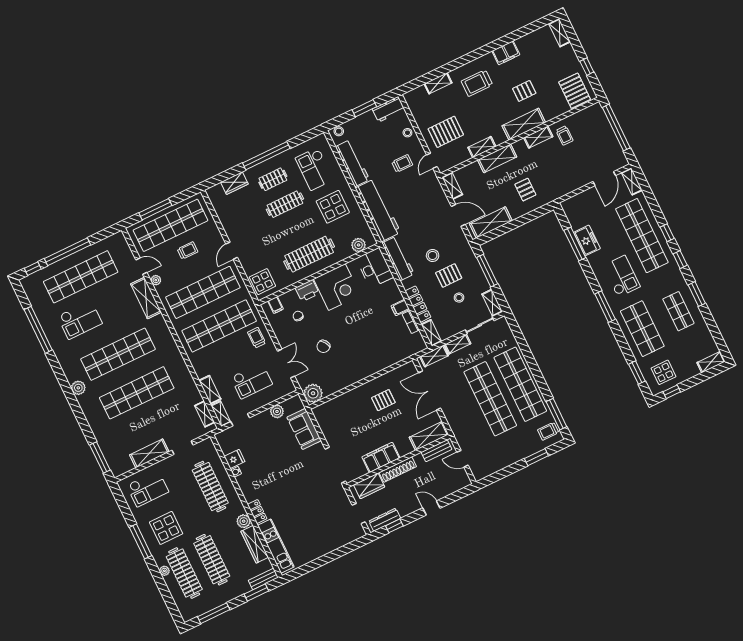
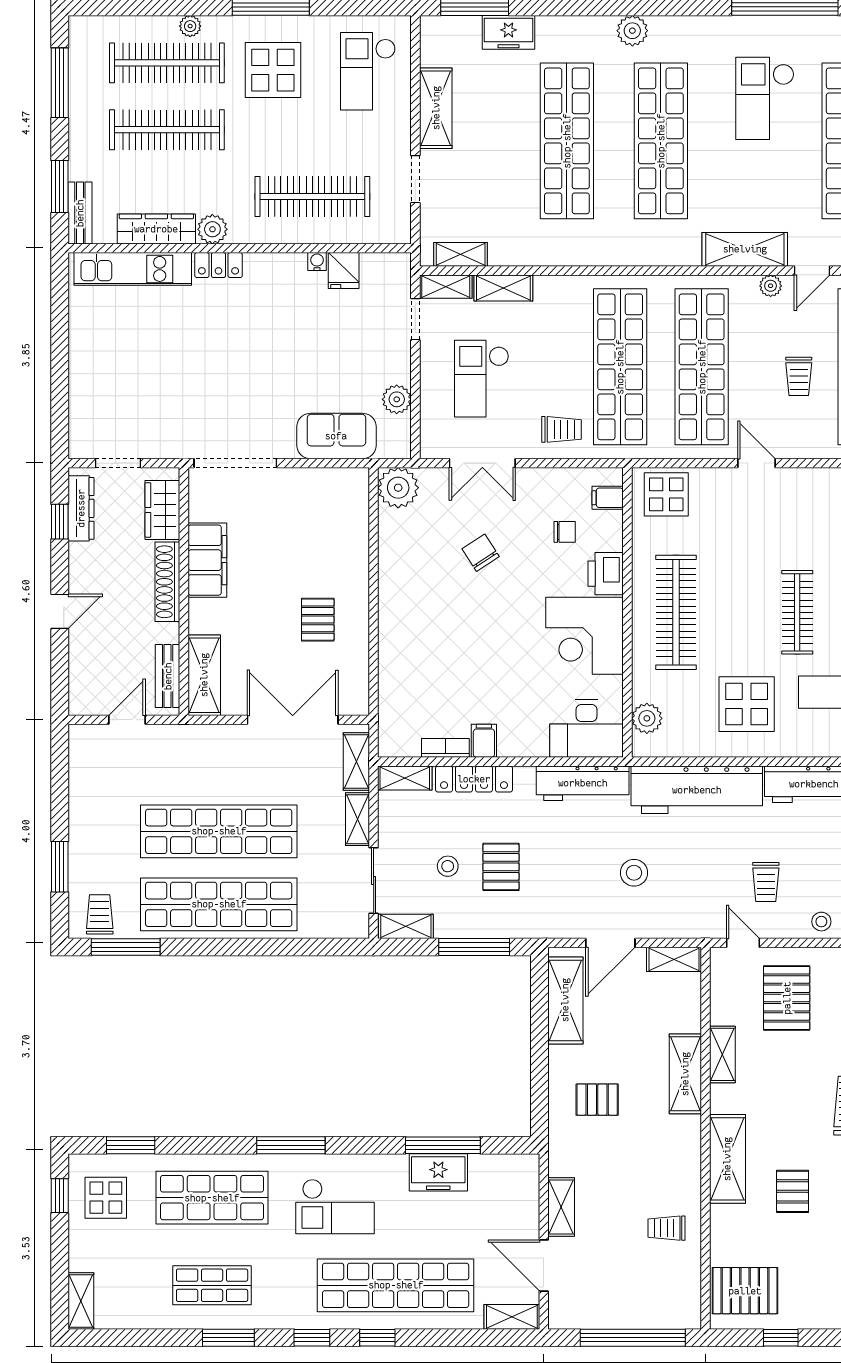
shelving: (538, 137) -> (561, 1207), moved
stool: (433, 255) -> (634, 873), moved
freezer: (104, 438) -> (508, 32), added

